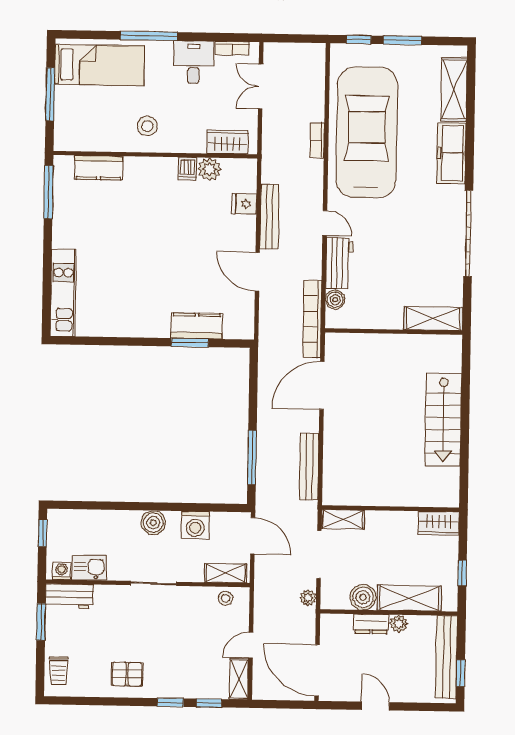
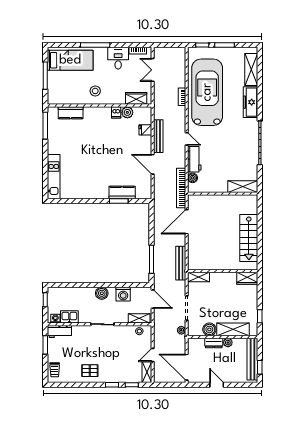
wall: (391, 508) -> (223, 271), moved
shelving: (343, 519) -> (198, 277), moved
wardrobe: (439, 523) -> (247, 278), moved

